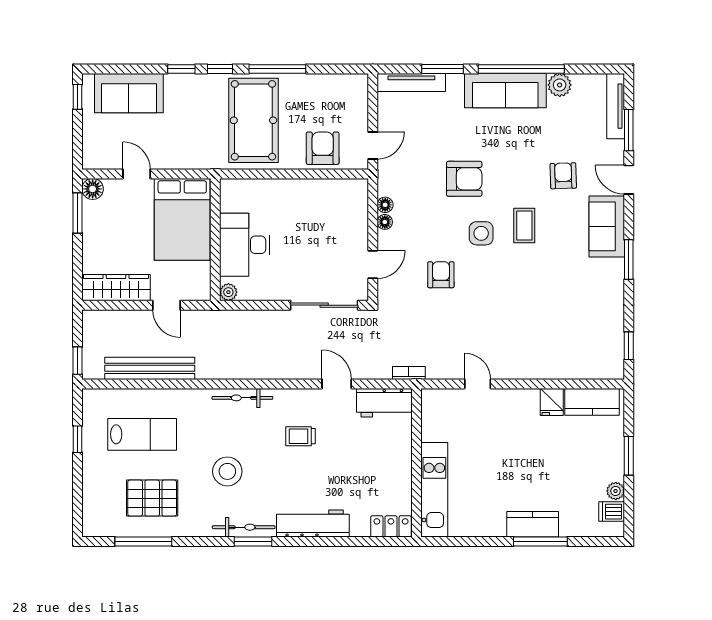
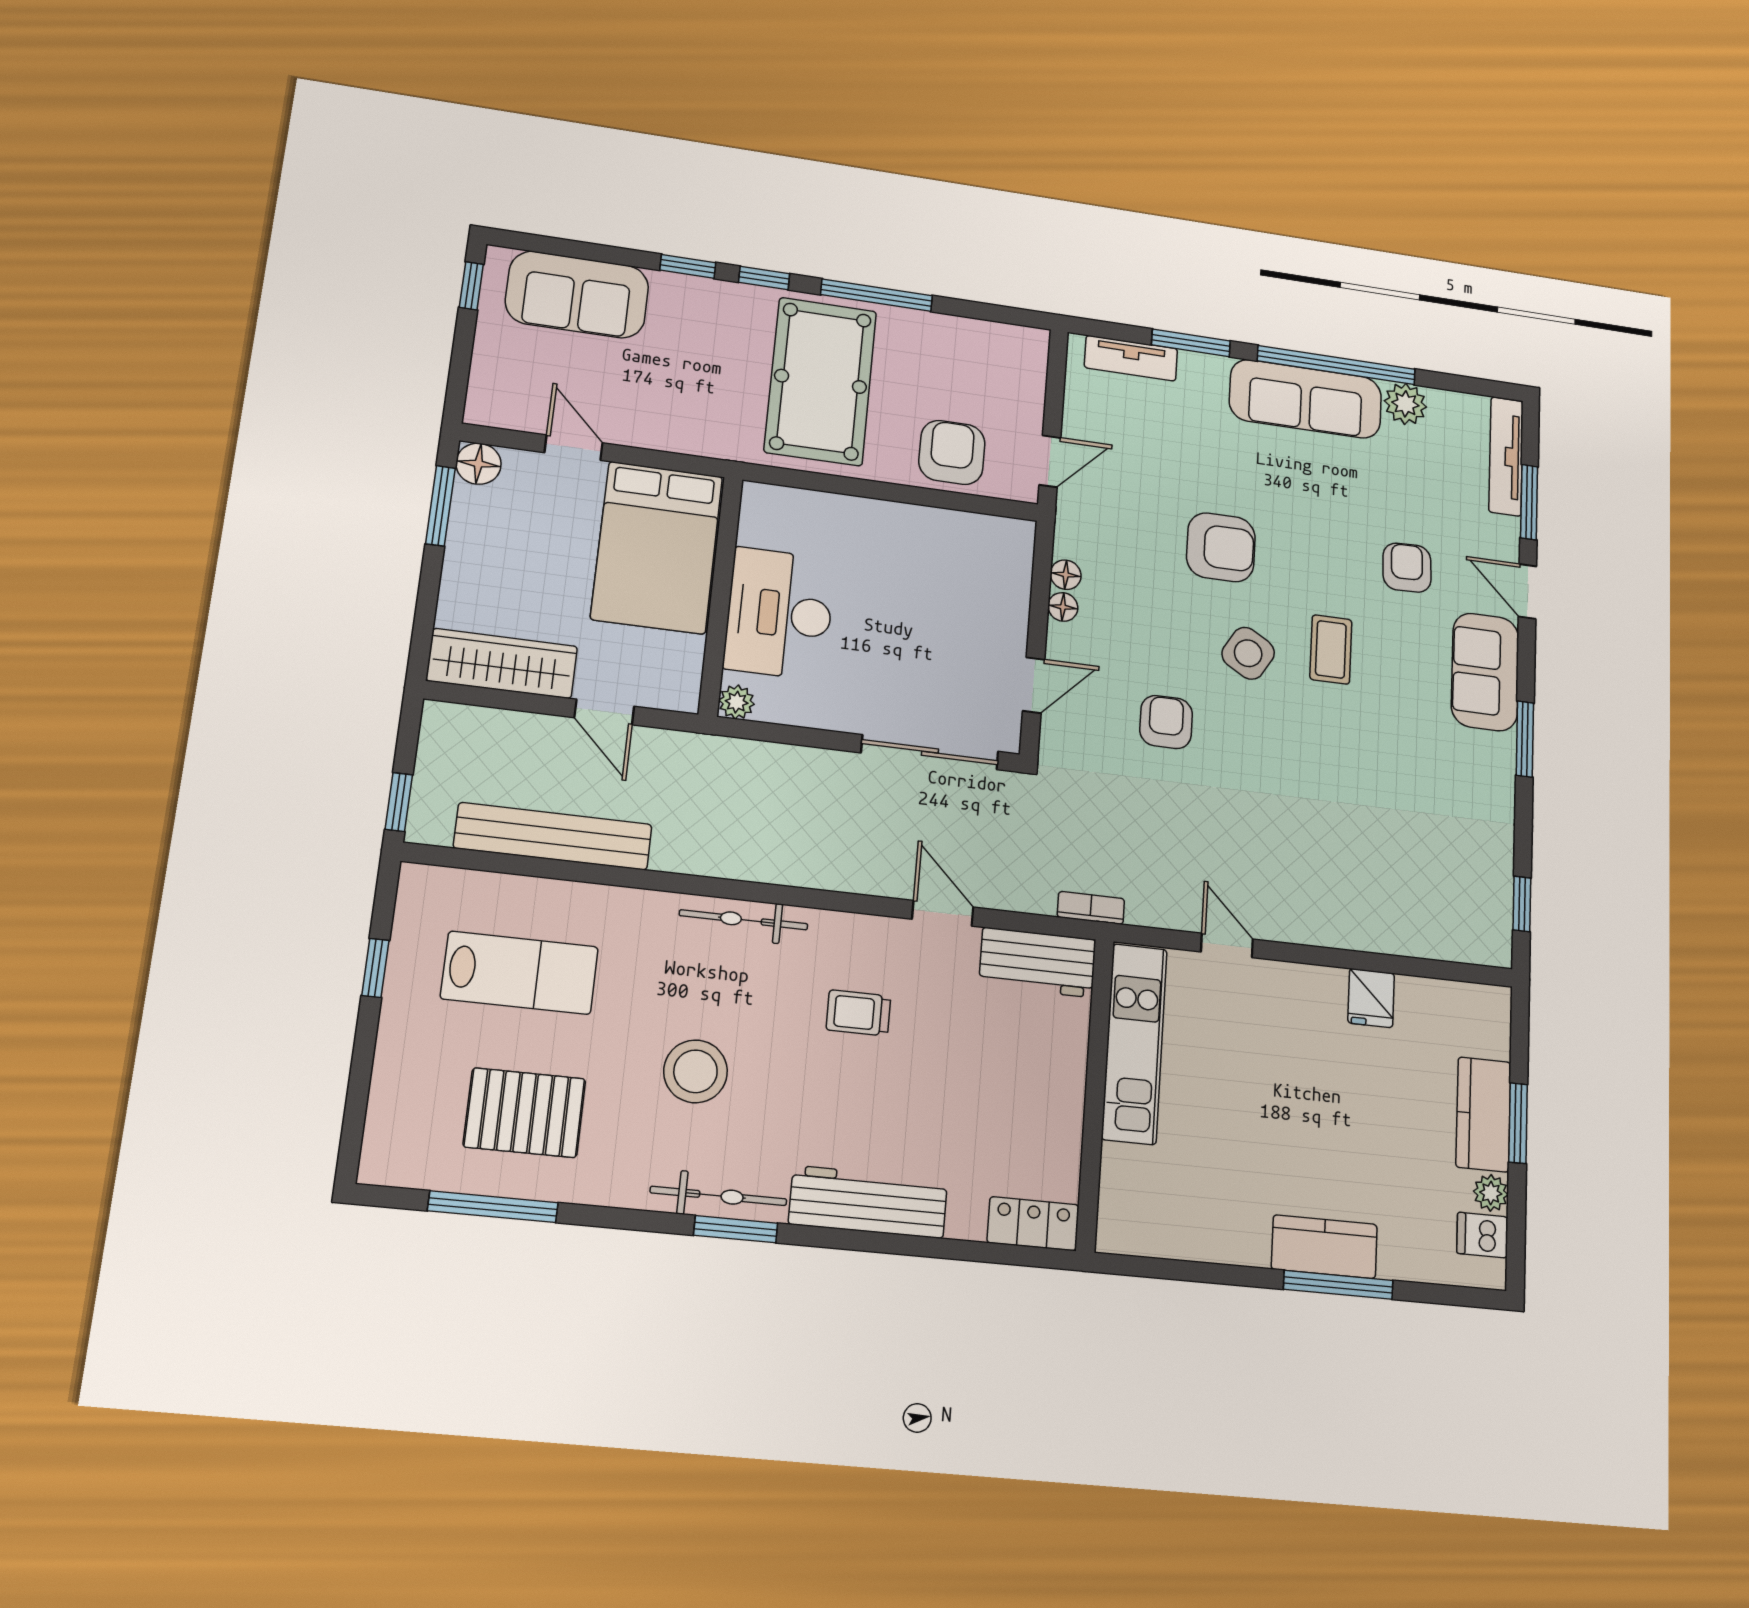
tv unit: (411, 83) -> (1131, 358), width x0.71
side table: (481, 233) -> (1248, 653), turned 31
kitchen counter: (592, 402) -> (1483, 1114), moved, turned 90
kitchen unit: (434, 490) -> (1134, 1044), moved

